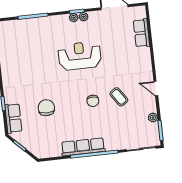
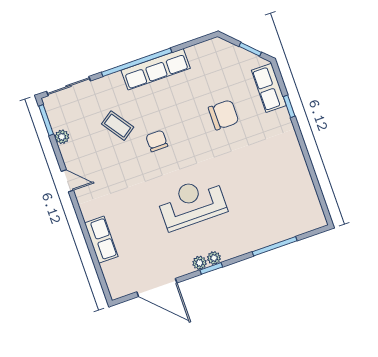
row of seats: (141, 33) -> (101, 240), moved
reception desk: (80, 56) -> (192, 203), turned 180
coffee table: (119, 97) -> (118, 126), moved
chair: (46, 108) -> (224, 115), turned -90

